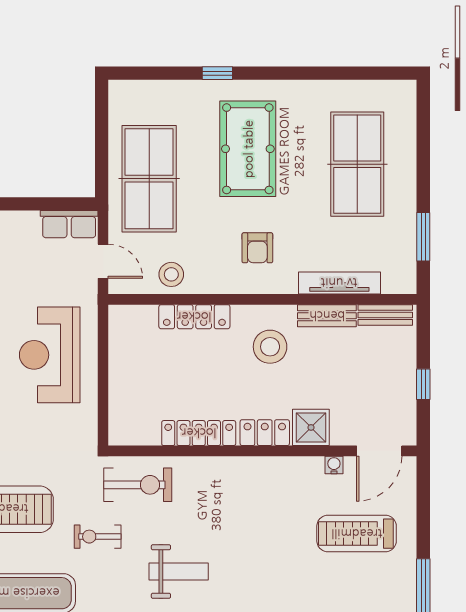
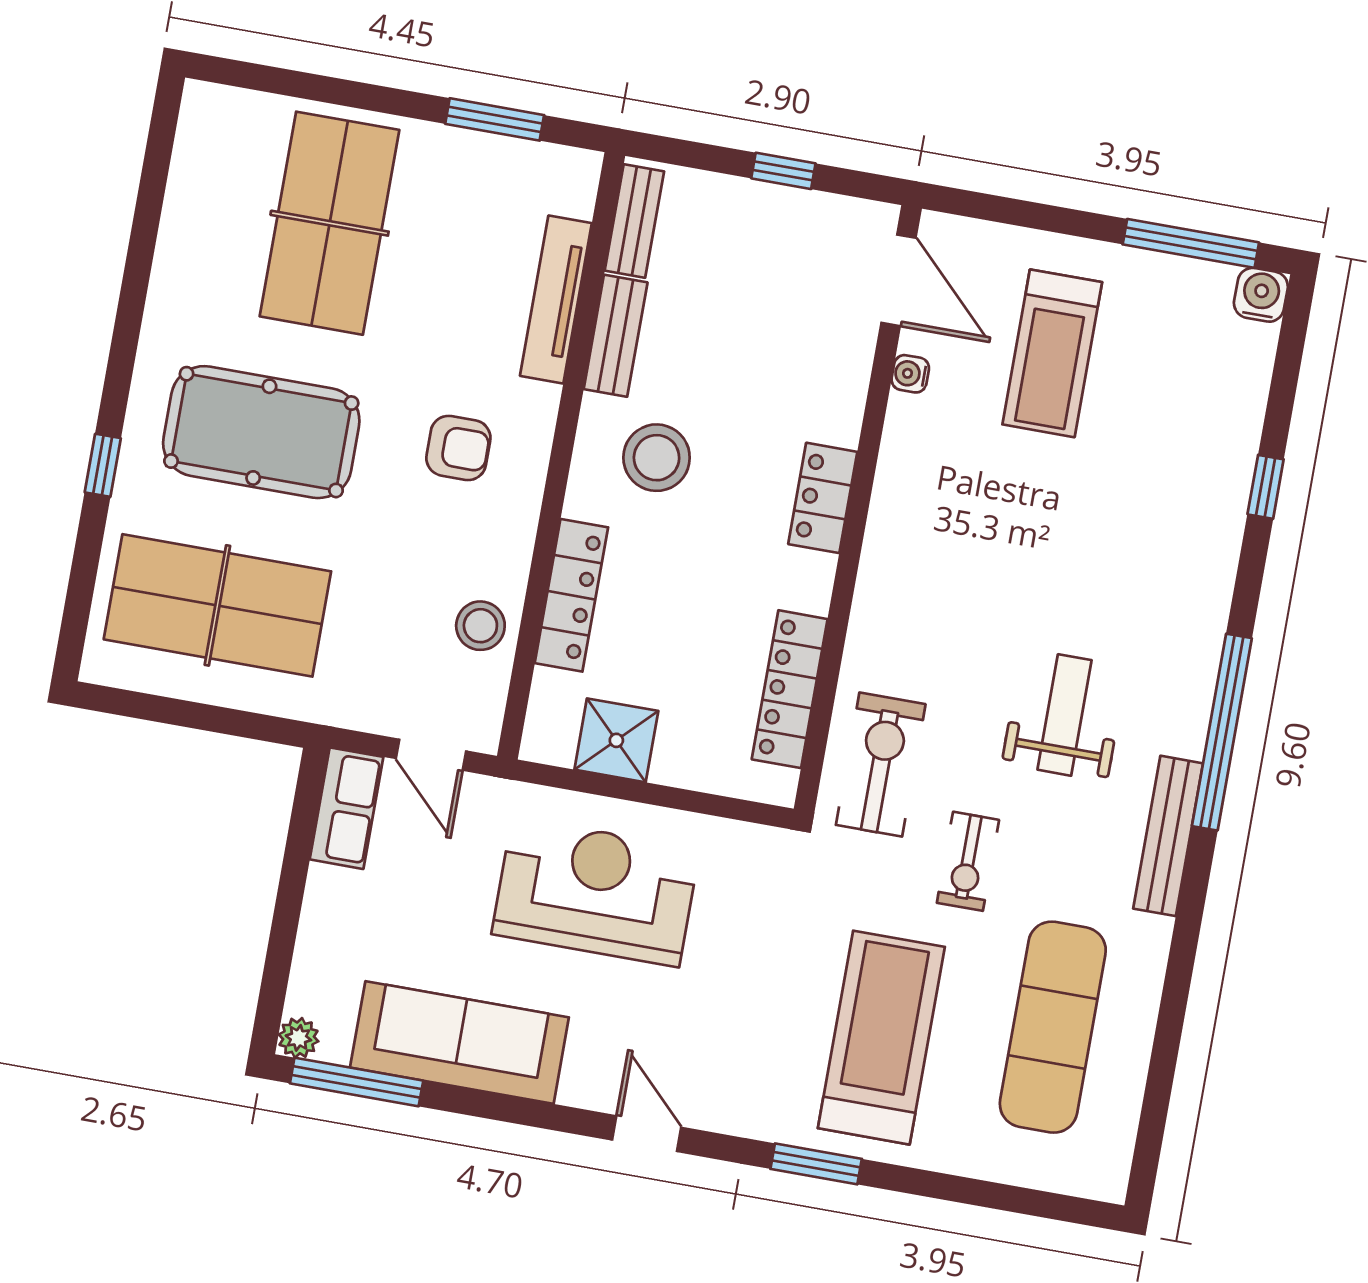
table tennis table: (357, 164) -> (330, 223), turned 90
table tennis table: (149, 179) -> (217, 605), moved
door: (103, 261) -> (431, 755), swing flipped
reception desk: (50, 355) -> (596, 892), turned 180
shower: (311, 427) -> (616, 740), moved
locker: (199, 433) -> (790, 689), moved

